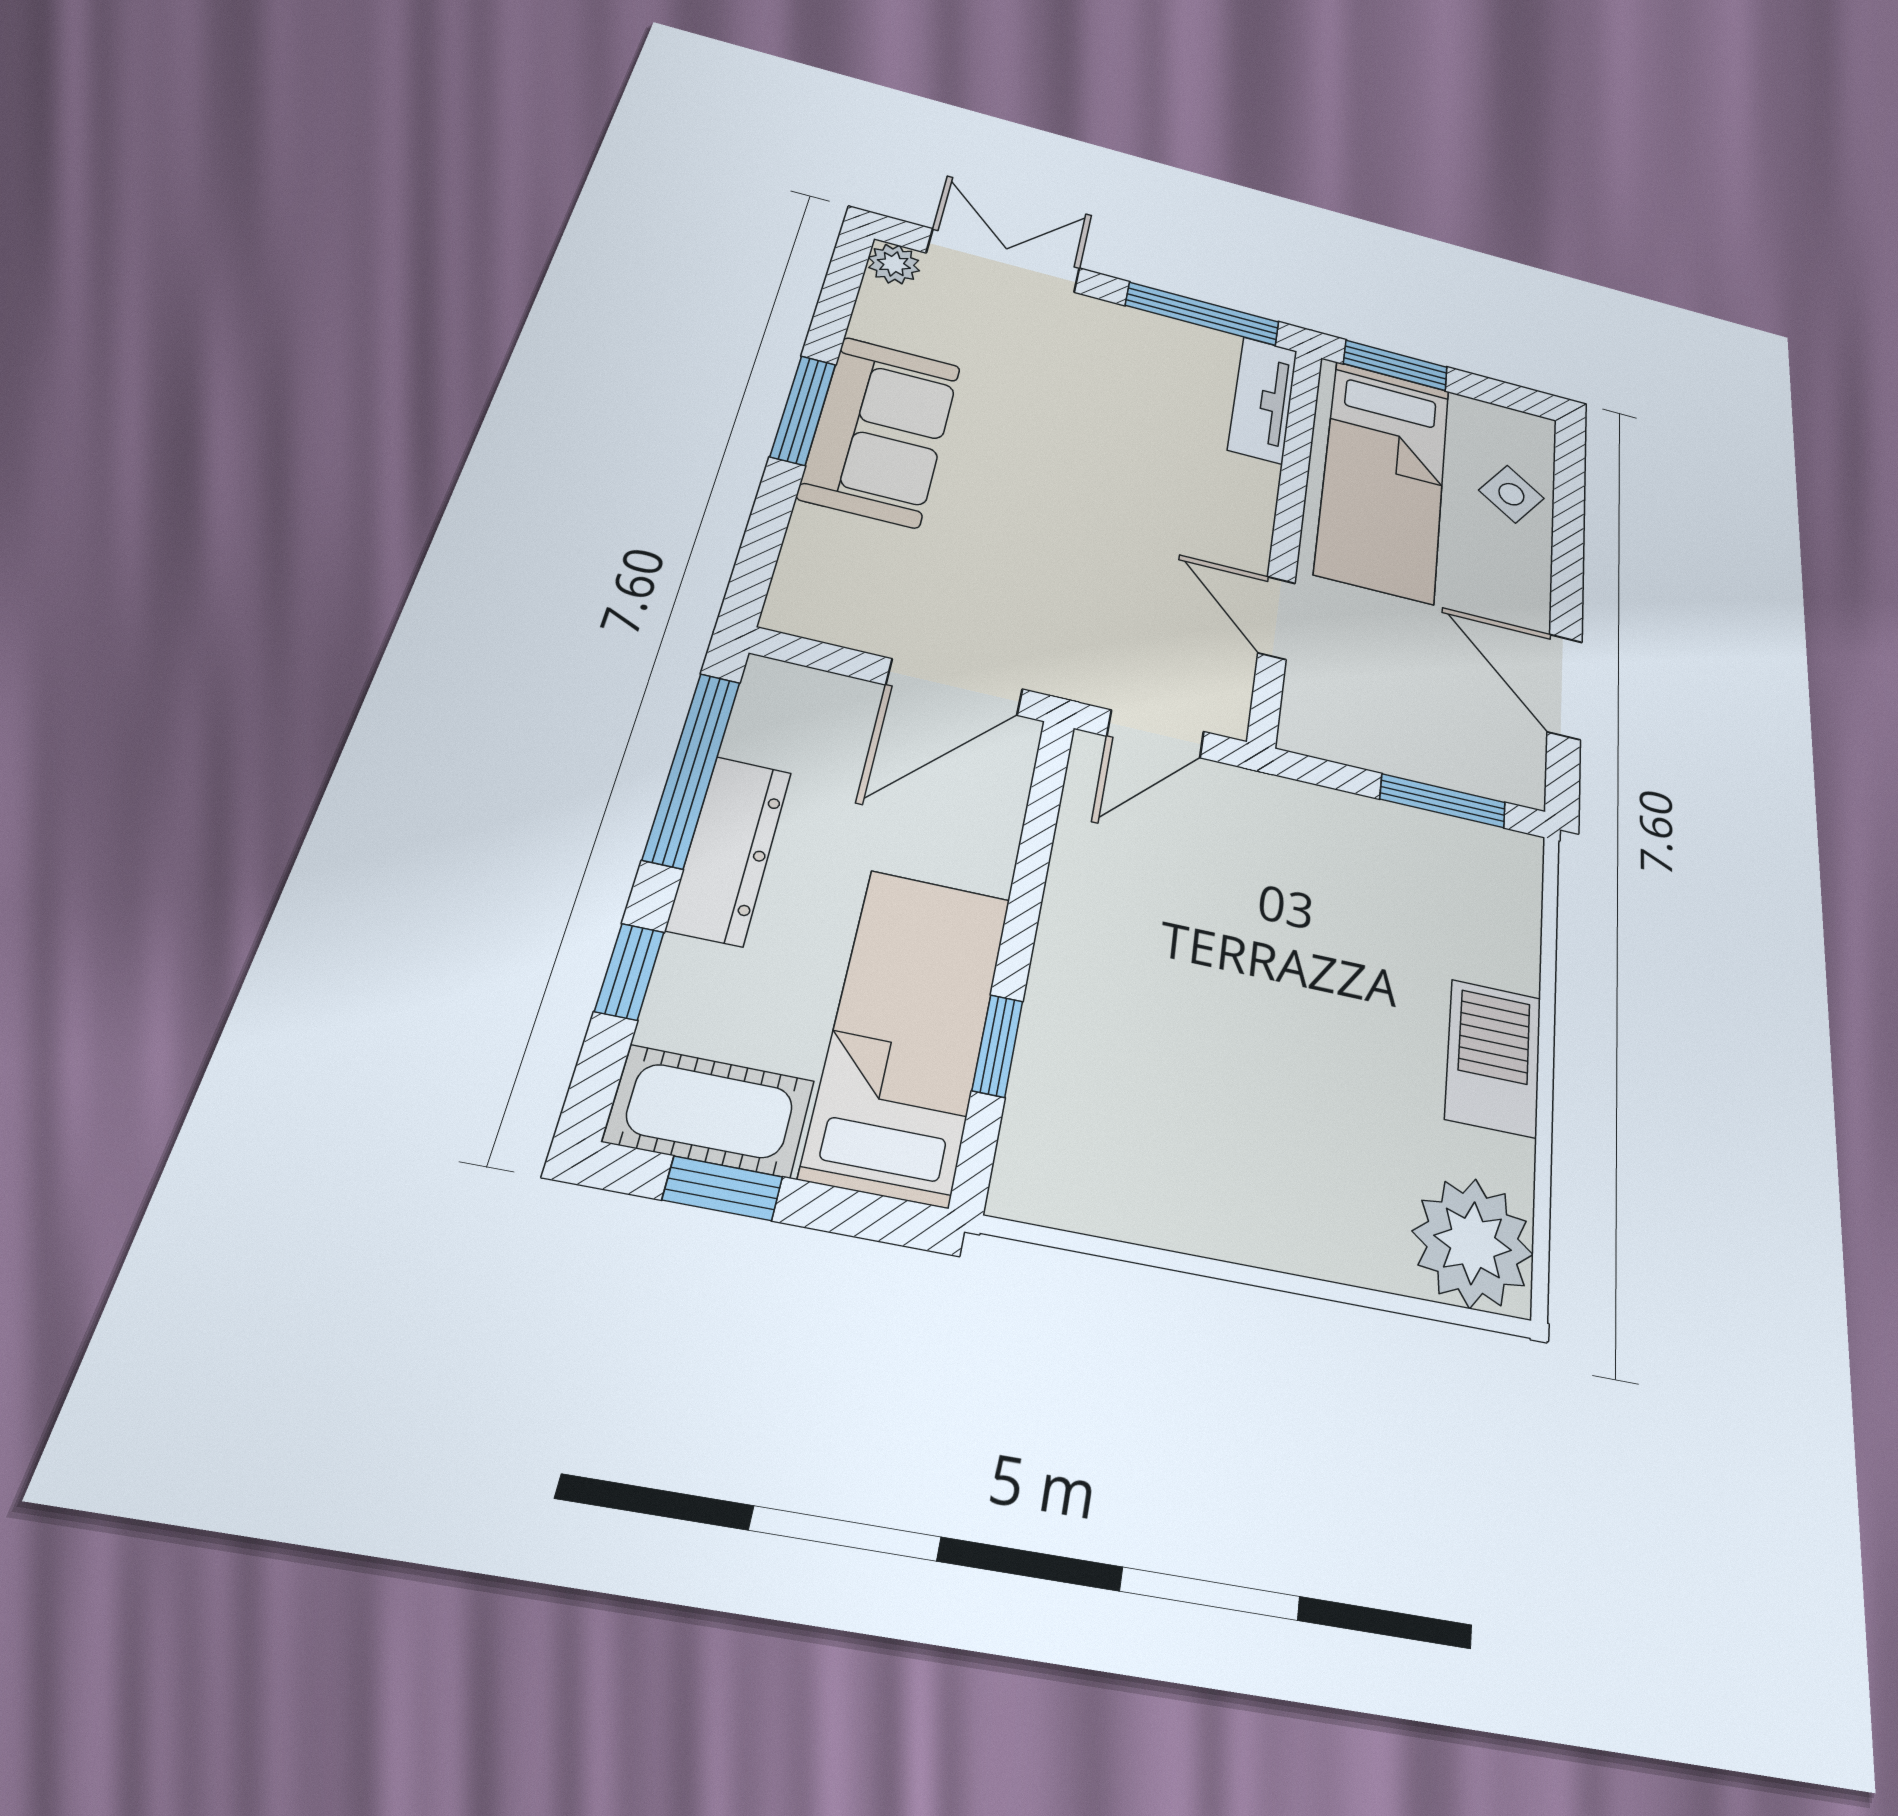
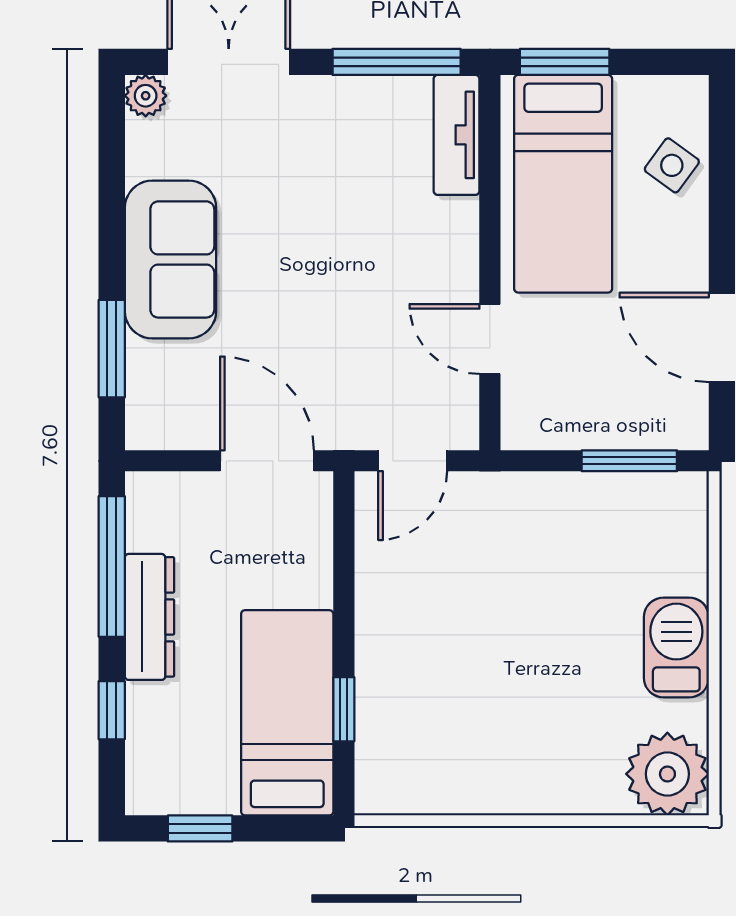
window: (803, 410) -> (112, 349), moved
door: (955, 687) -> (267, 461), swing flipped
cot: (710, 1111) -> (181, 785), removed

